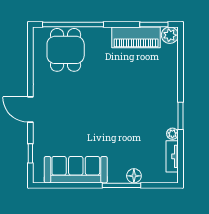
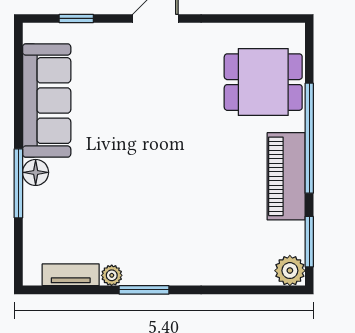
window: (73, 24) -> (309, 138), moved
piano: (136, 37) -> (286, 176), moved
floor lamp: (134, 176) -> (36, 172), moved

